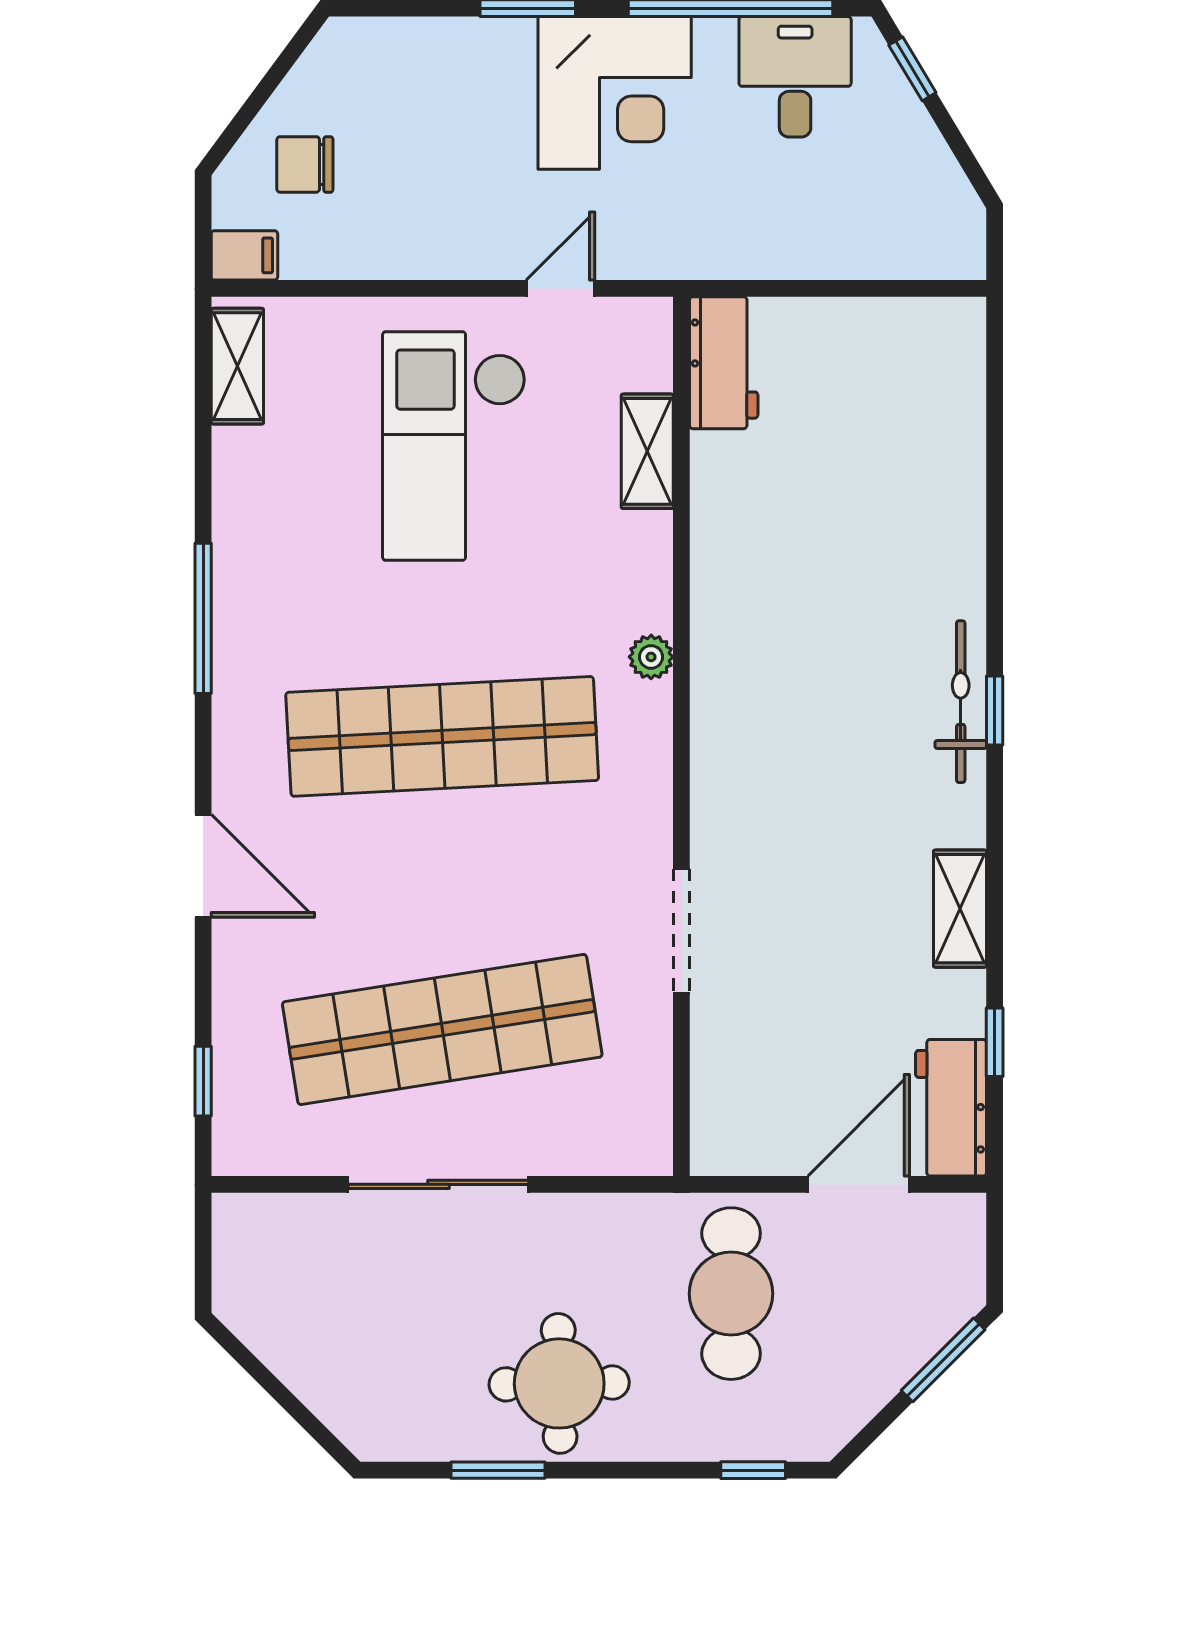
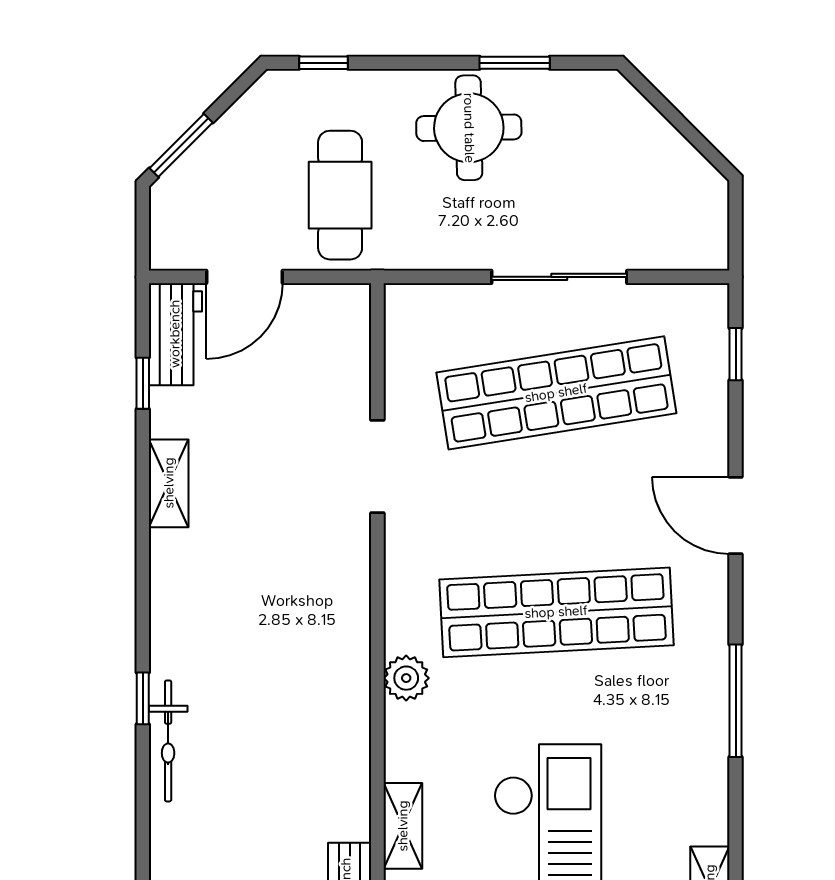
plant: (651, 657) -> (406, 678), width x1.38, depth x1.38
bicycle: (961, 702) -> (168, 741), moved
window: (995, 711) -> (143, 698), moved

